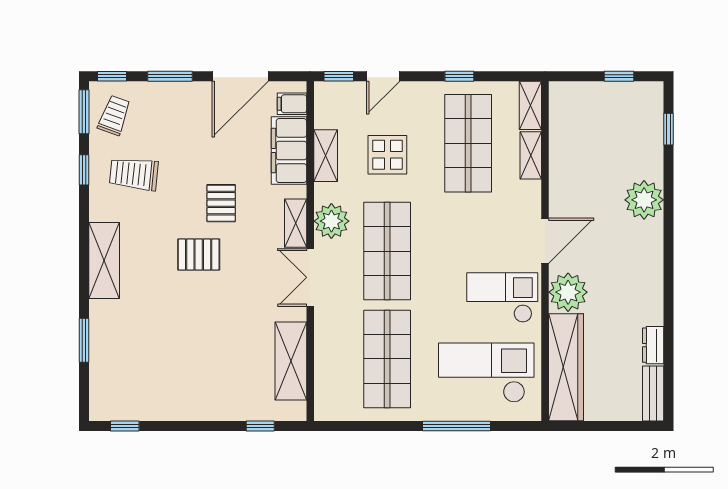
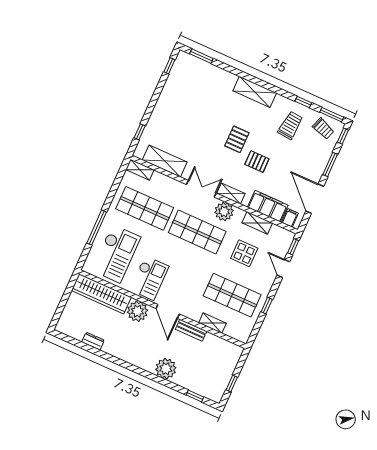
shelving: (530, 105) -> (140, 170), moved
window: (84, 340) -> (201, 56), moved
bench: (653, 393) -> (191, 330), moved

